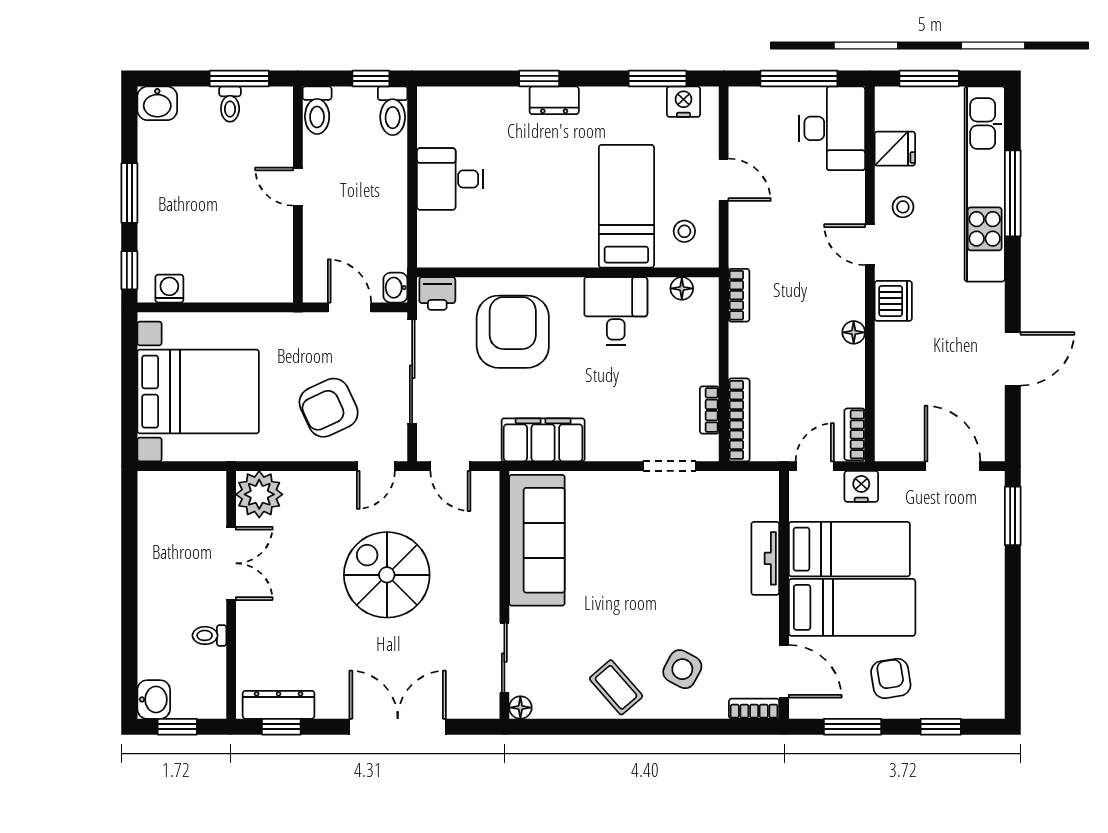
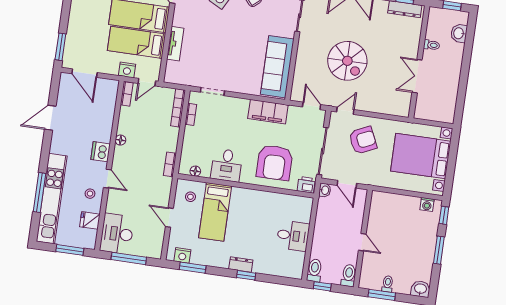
plant: (259, 494) -> (400, 106), removed
washbasin: (154, 699) -> (459, 33), moved

